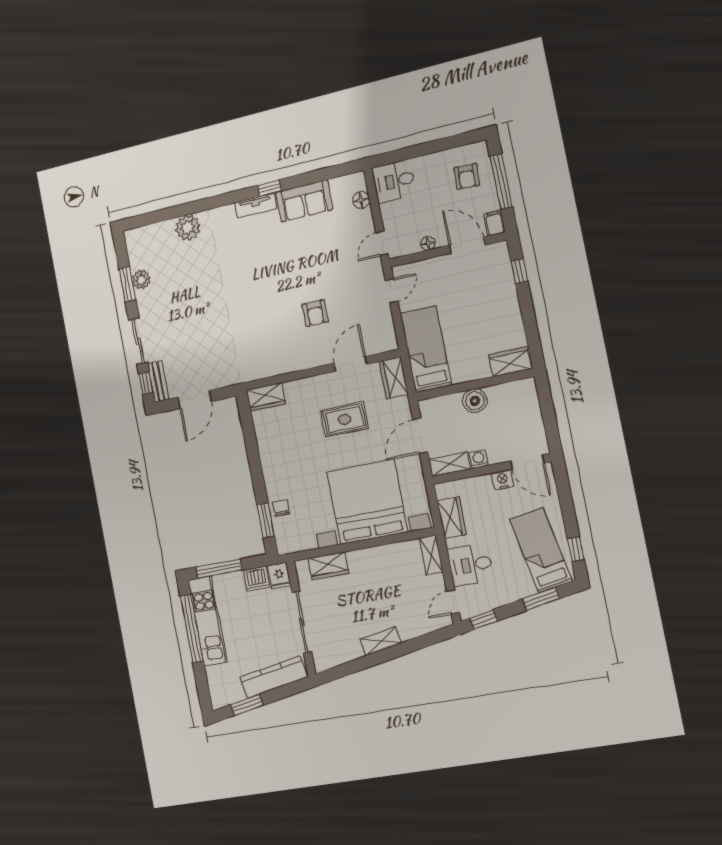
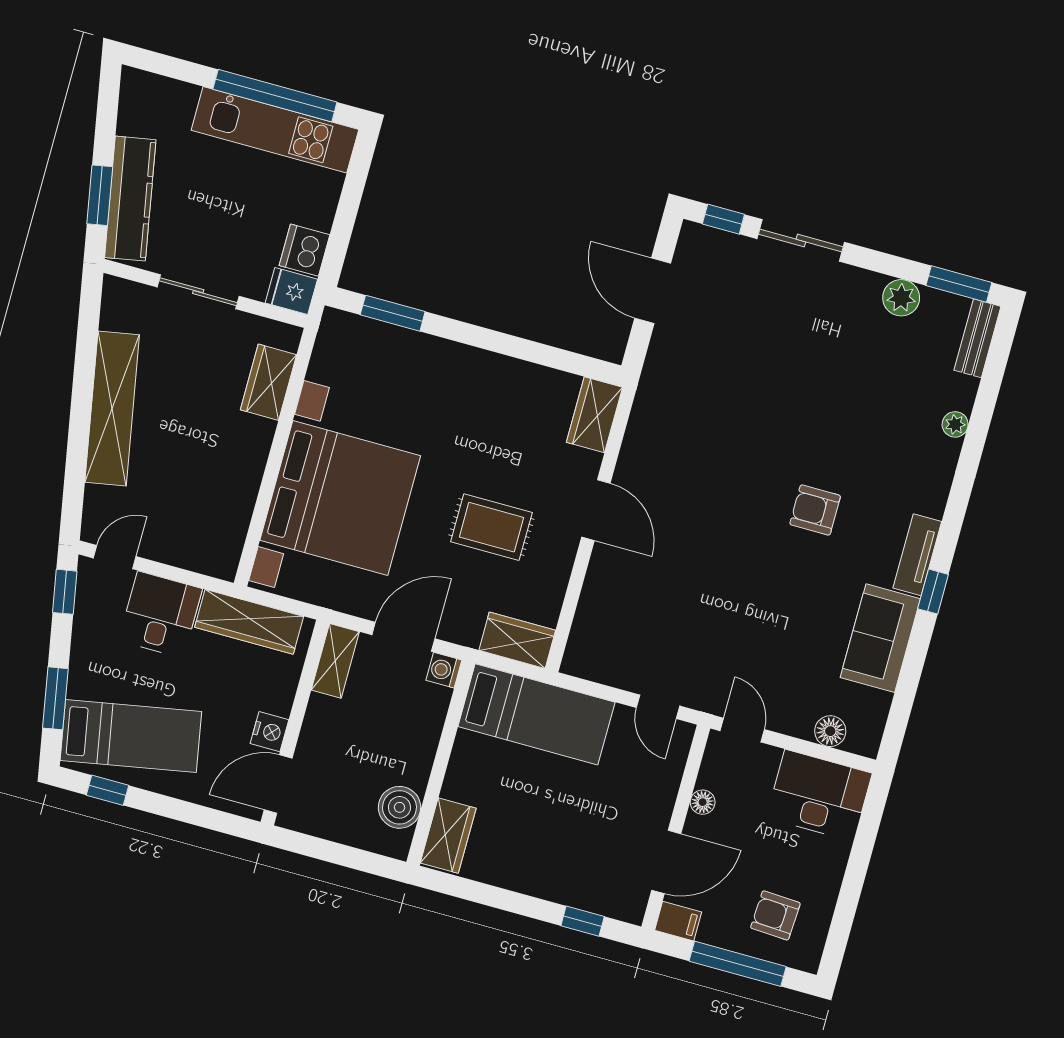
desk: (394, 181) -> (819, 795), width x1.37
plant: (188, 228) -> (955, 424), width x0.53, depth x0.53
window: (127, 284) -> (959, 284), moved
armchair: (315, 313) -> (815, 510), moved
door: (350, 364) -> (596, 510), moved
bench: (158, 381) -> (977, 338), moved, turned 90
boiler: (475, 401) -> (399, 807), moved
rug: (344, 419) -> (491, 527), turned 90
door: (420, 436) -> (403, 637), hinge flipped
washing machine: (479, 459) -> (444, 670), moved, turned 180
chair: (281, 508) -> (400, 350), removed
wardrobe: (452, 518) -> (249, 622), width x1.50
shelving: (431, 555) -> (205, 559), removed
window: (219, 569) -> (352, 193), removed
door: (453, 602) -> (115, 557), hinge flipped
sliding door: (302, 622) -> (198, 292), width x0.73
shelving: (381, 641) -> (112, 408), width x2.20, depth x1.33
window: (247, 705) -> (100, 195), moved

